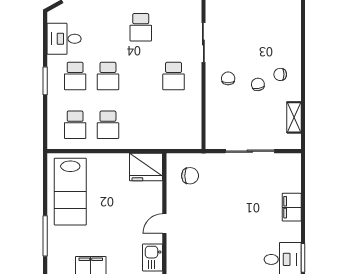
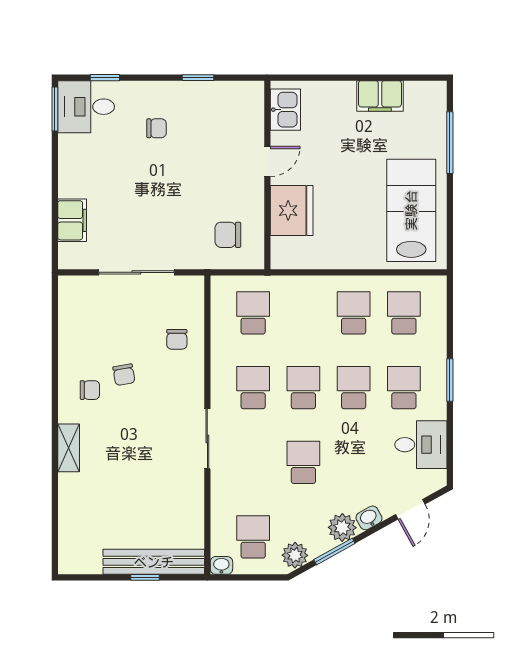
school desk: (141, 76) -> (303, 388), added
chair: (228, 78) -> (177, 339), moved
shelving: (294, 117) -> (69, 448), moved
school desk: (174, 125) -> (253, 313), added
fridge: (146, 167) -> (292, 210), moved, turned 90
filing cabinet: (292, 207) -> (72, 220), moved
chair: (237, 245) -> (156, 128), added

